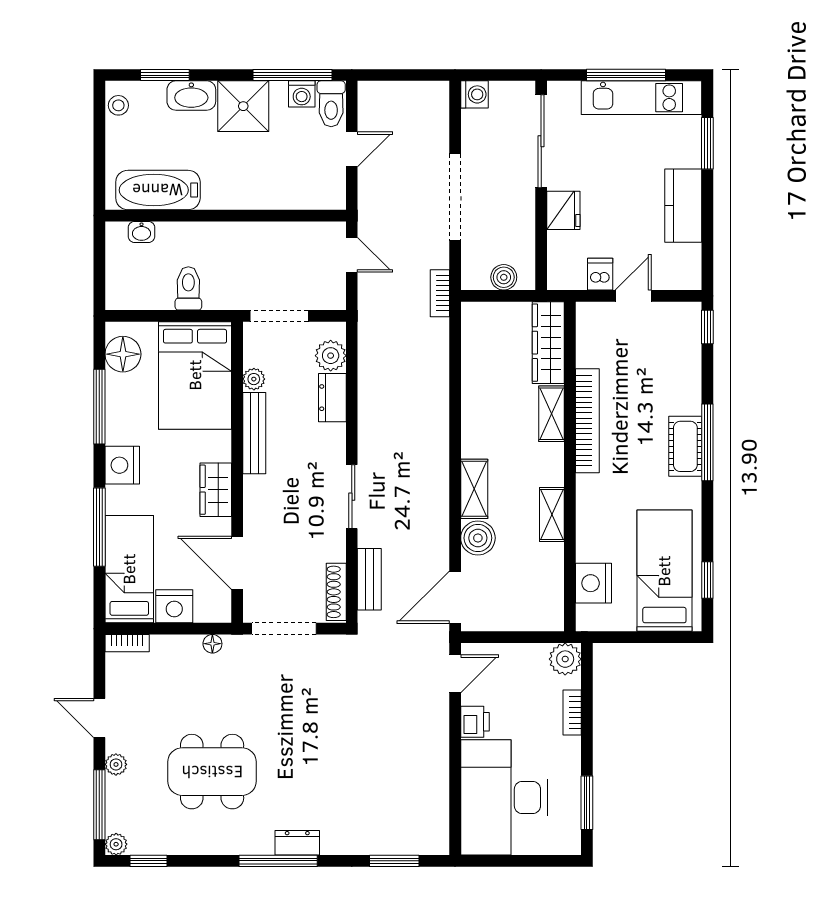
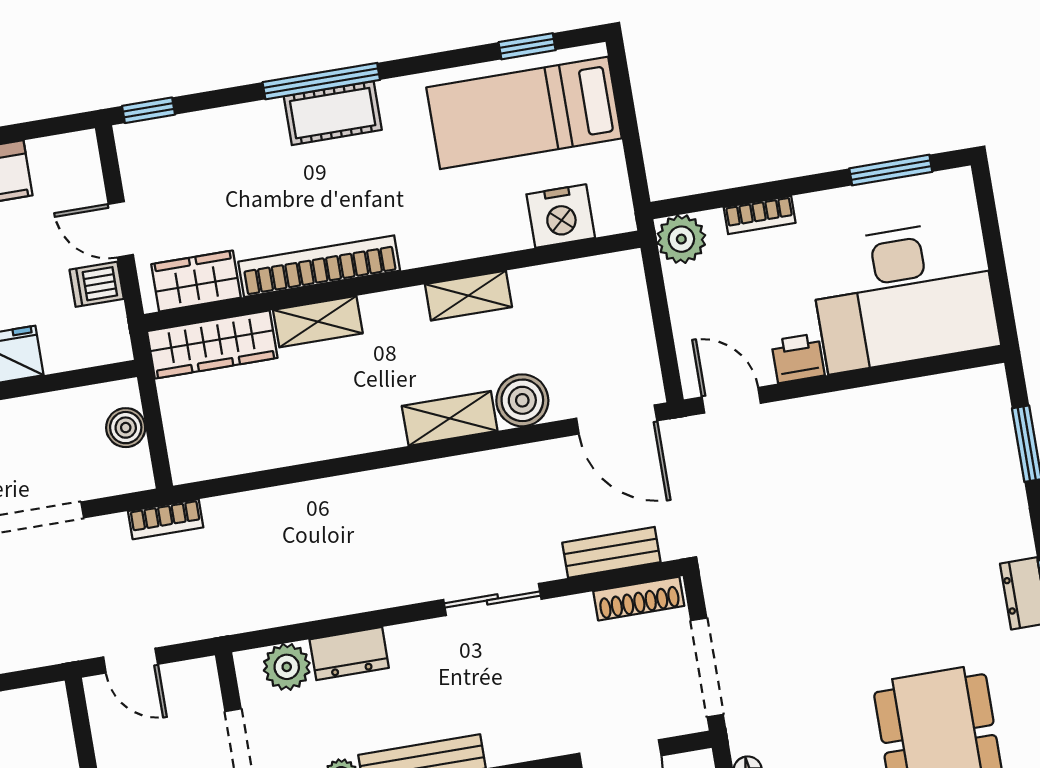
door: (352, 255) -> (131, 661), swing flipped
wardrobe: (591, 339) -> (196, 281), added

